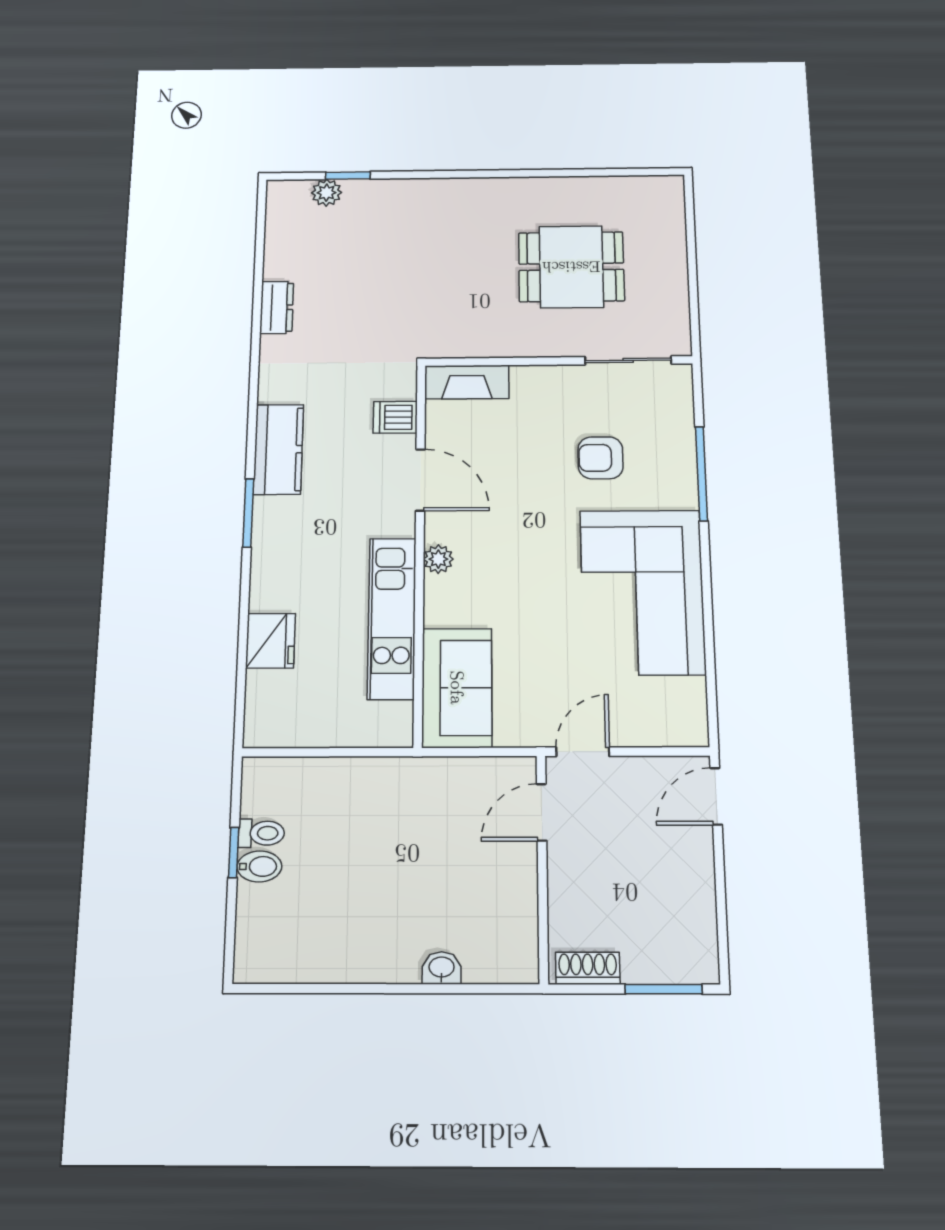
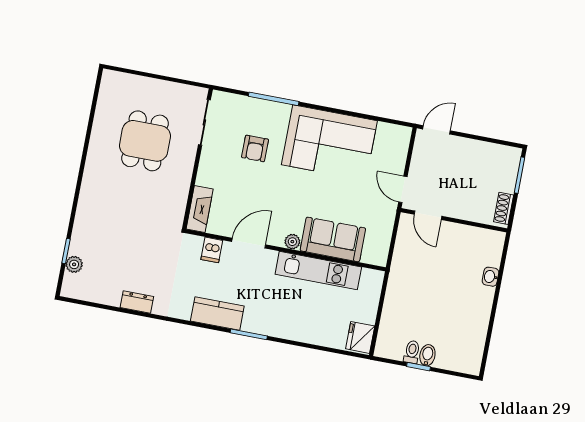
fridge: (271, 641) -> (360, 337), moved, turned -90
sofa: (457, 688) -> (333, 239), moved
door: (716, 796) -> (437, 130), swing flipped

